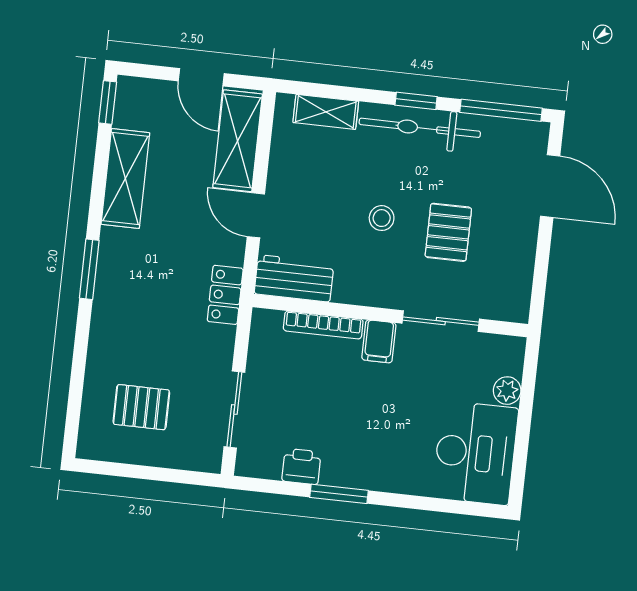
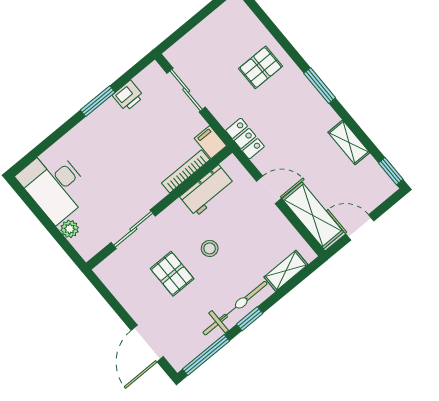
shelving: (125, 179) -> (349, 142), width x0.67, depth x0.75
door: (550, 186) -> (147, 344), hinge flipped
workbench: (294, 278) -> (207, 191), moved
filing cabinet: (379, 341) -> (210, 142), moved
pallet: (141, 407) -> (261, 67), moved

